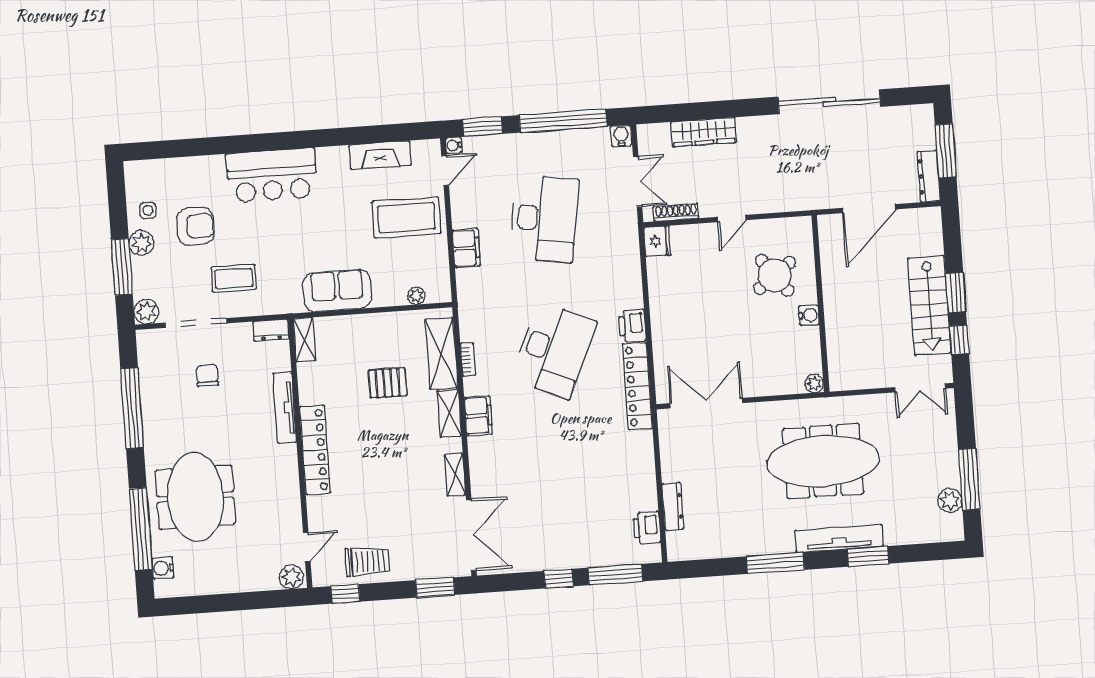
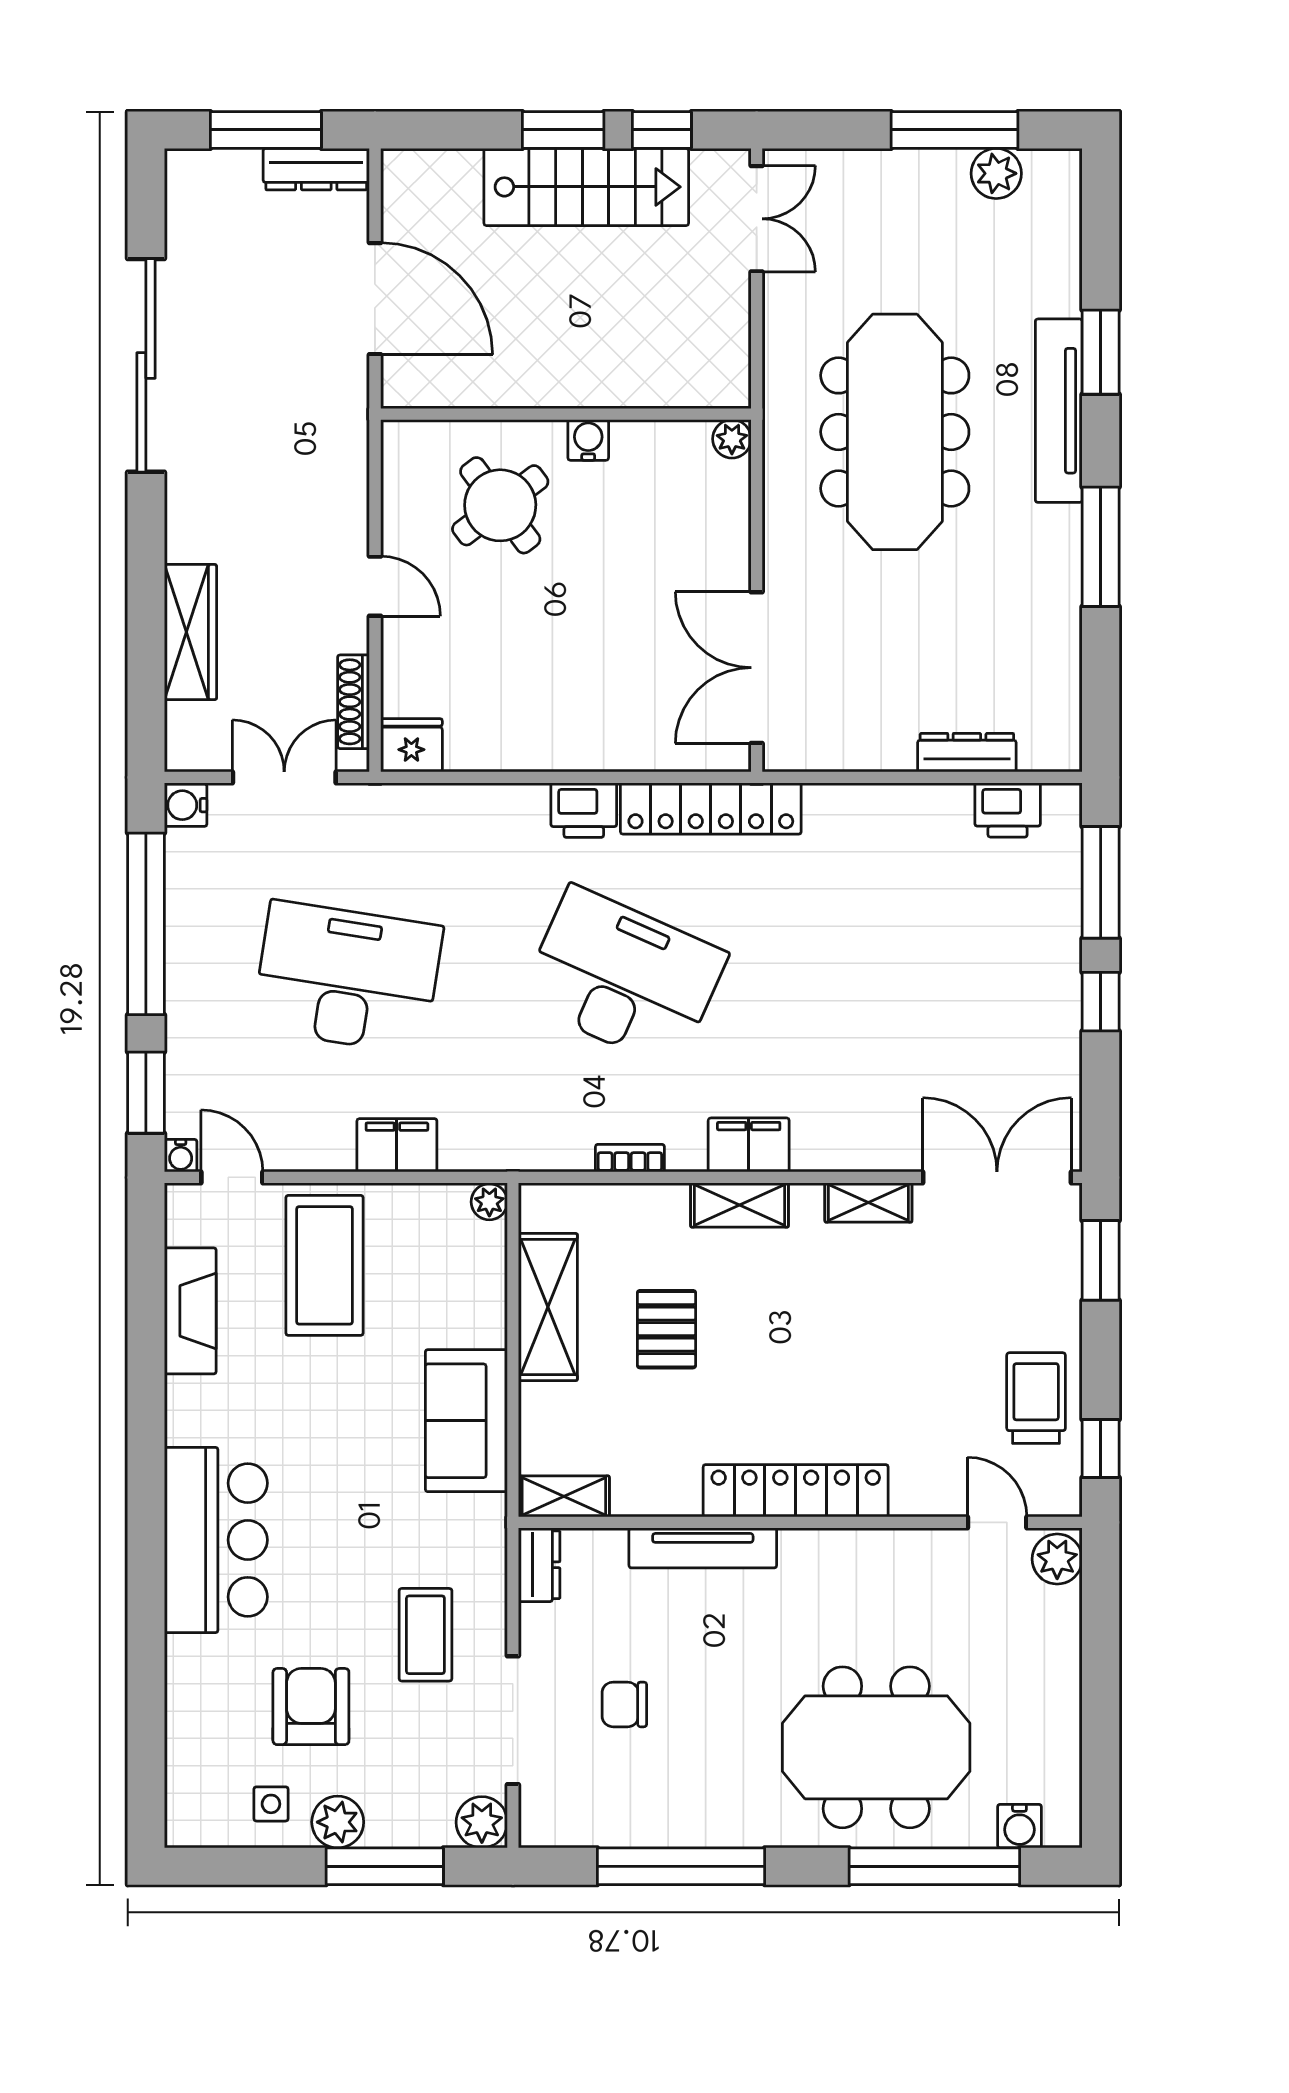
plant: (416, 296) -> (489, 1202), moved
shelving: (441, 353) -> (548, 1307), moved, turned 90

